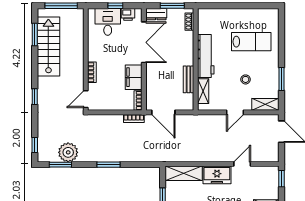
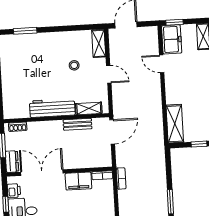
lab bench: (251, 42) -> (35, 62), removed
window: (282, 79) -> (25, 31), moved
door: (163, 112) -> (112, 132), moved
freezer: (217, 175) -> (172, 39), moved

